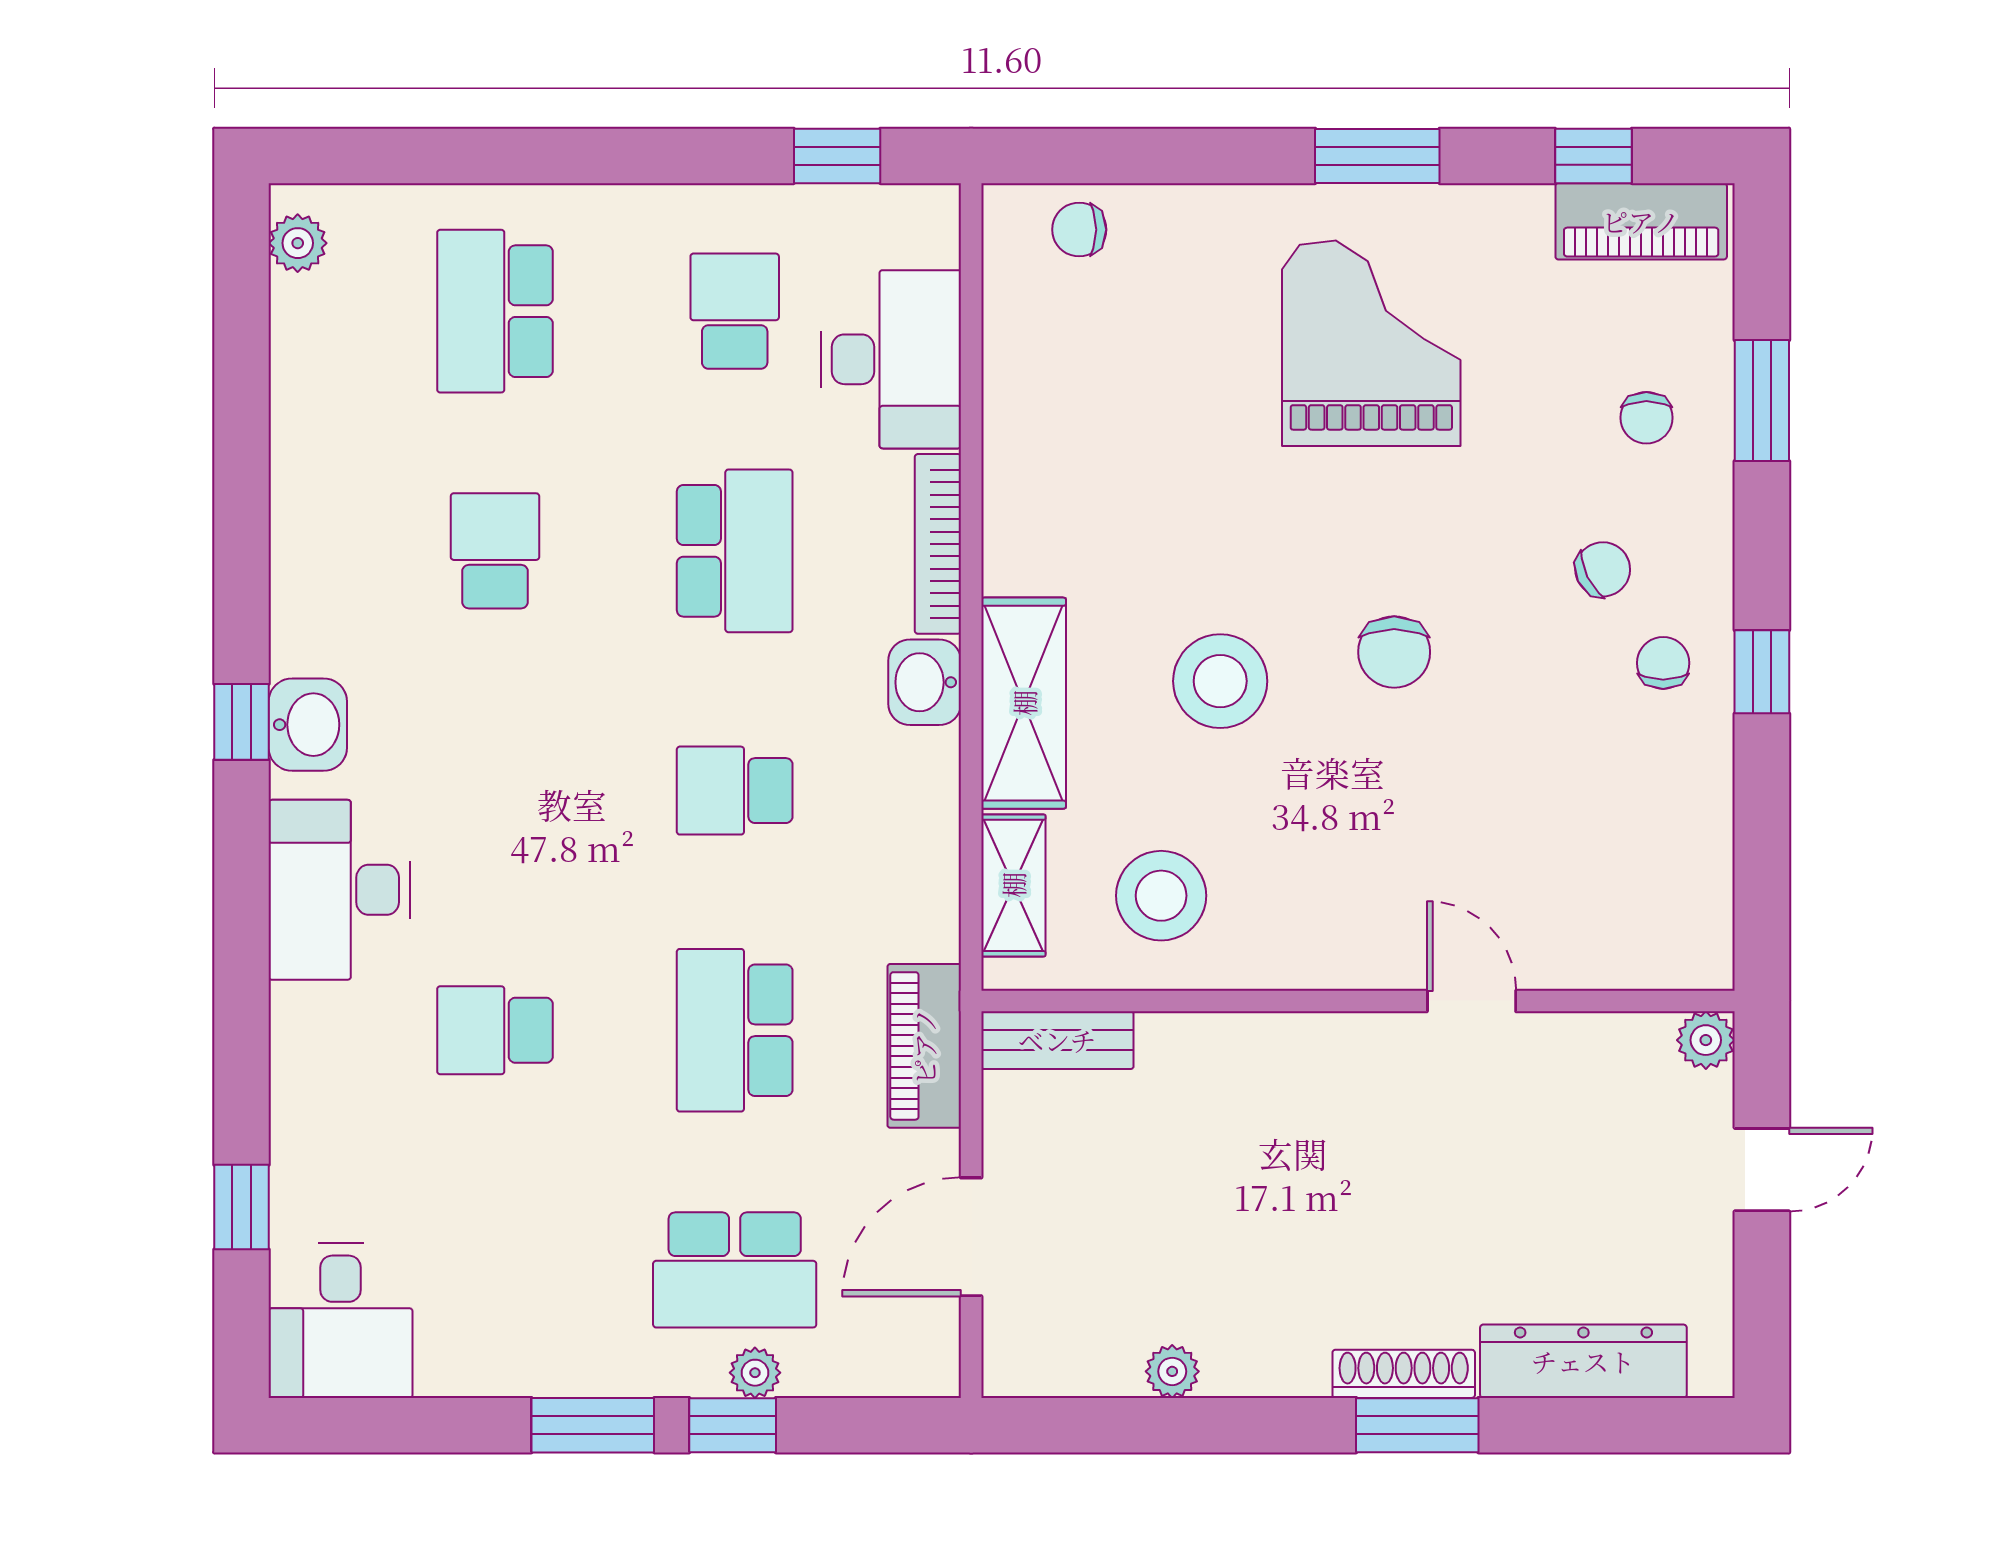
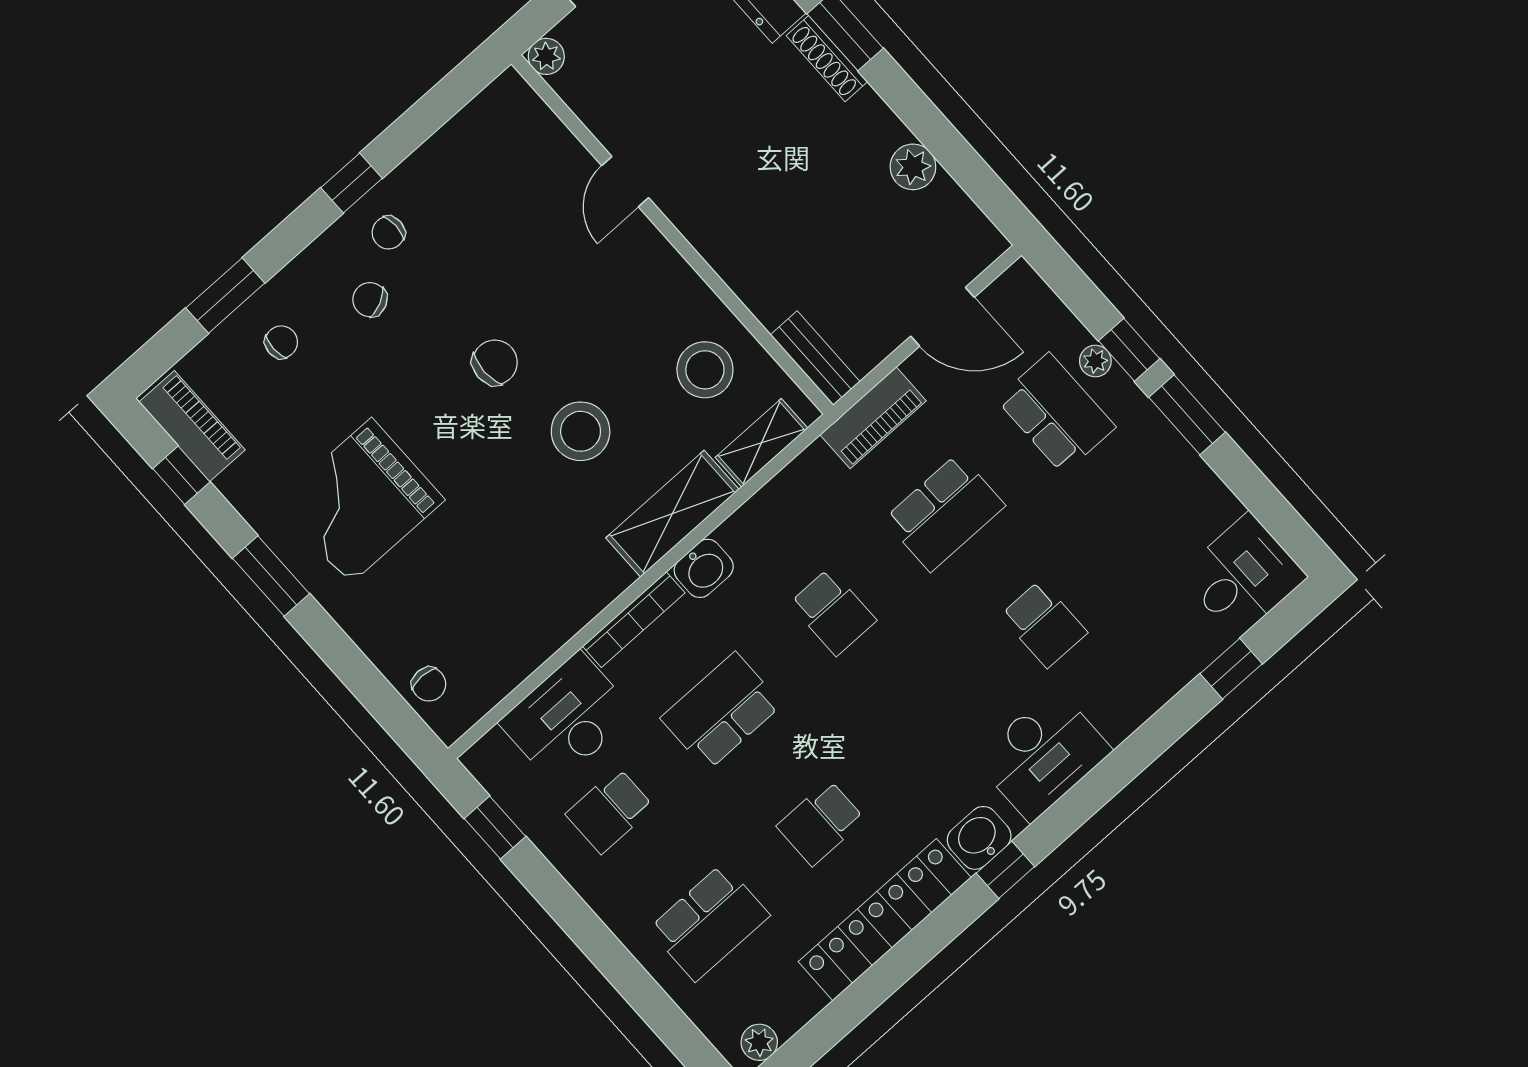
locker: (311, 524) -> (885, 920), added
plant: (1172, 1371) -> (913, 167), width x1.38, depth x1.38

